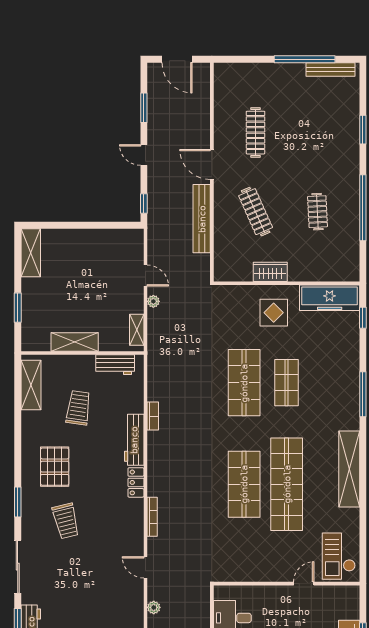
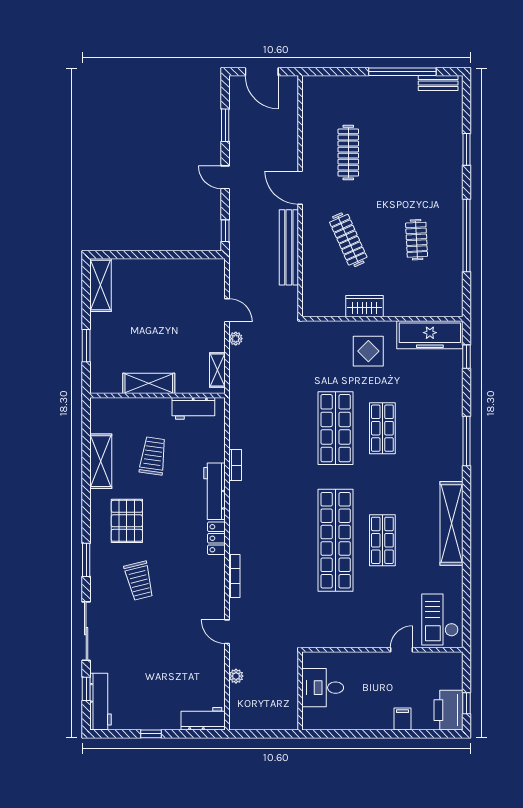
bench: (330, 69) -> (438, 83), width x0.73
shelving: (31, 385) -> (101, 461), moved
shop shelf: (244, 484) -> (336, 540), width x1.40
shop shelf: (287, 484) -> (382, 540), width x0.50, depth x0.74

